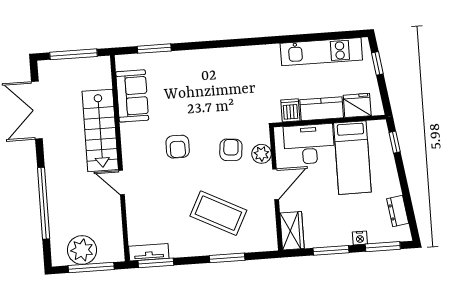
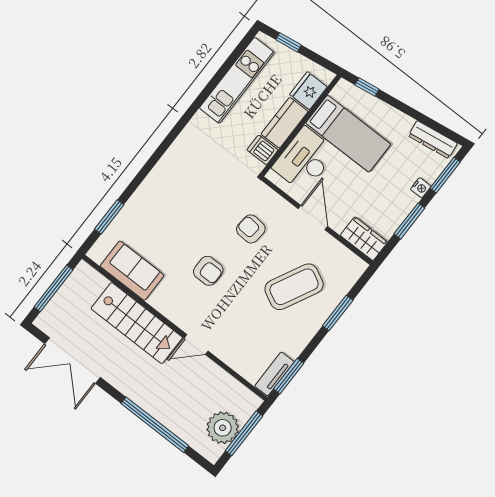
plant: (262, 154) -> (277, 206), removed
dresser: (398, 211) -> (433, 140), width x1.44

